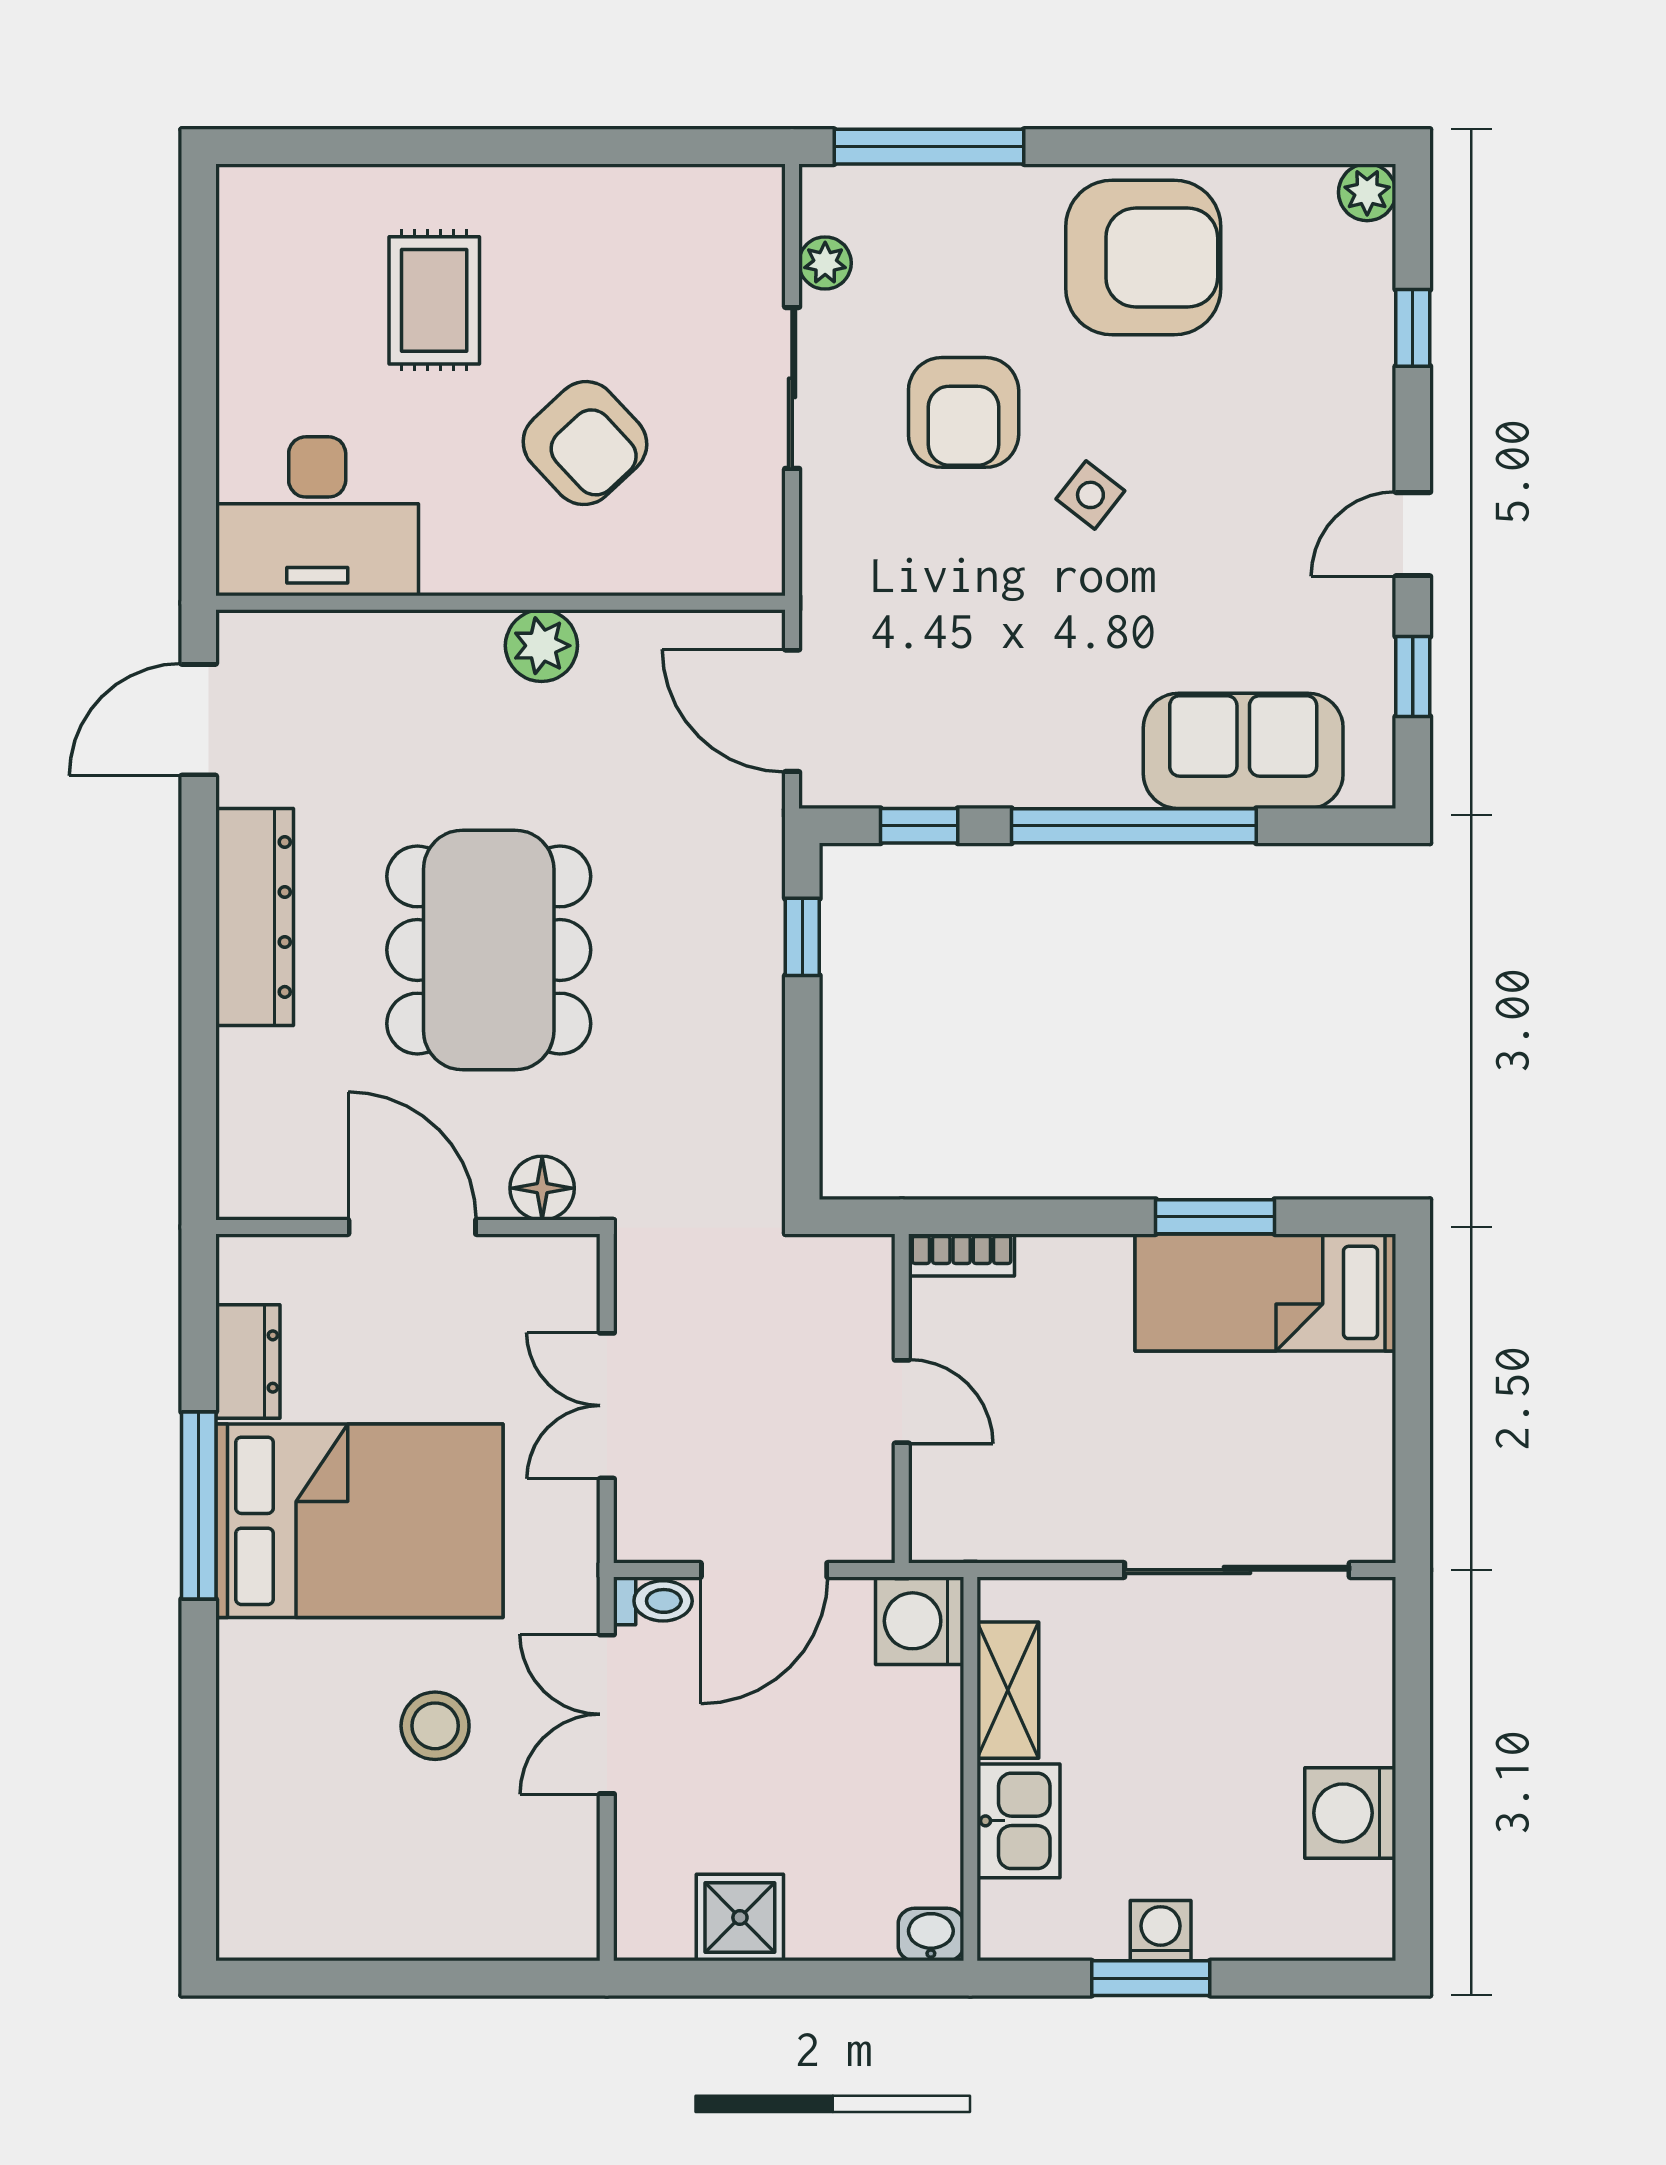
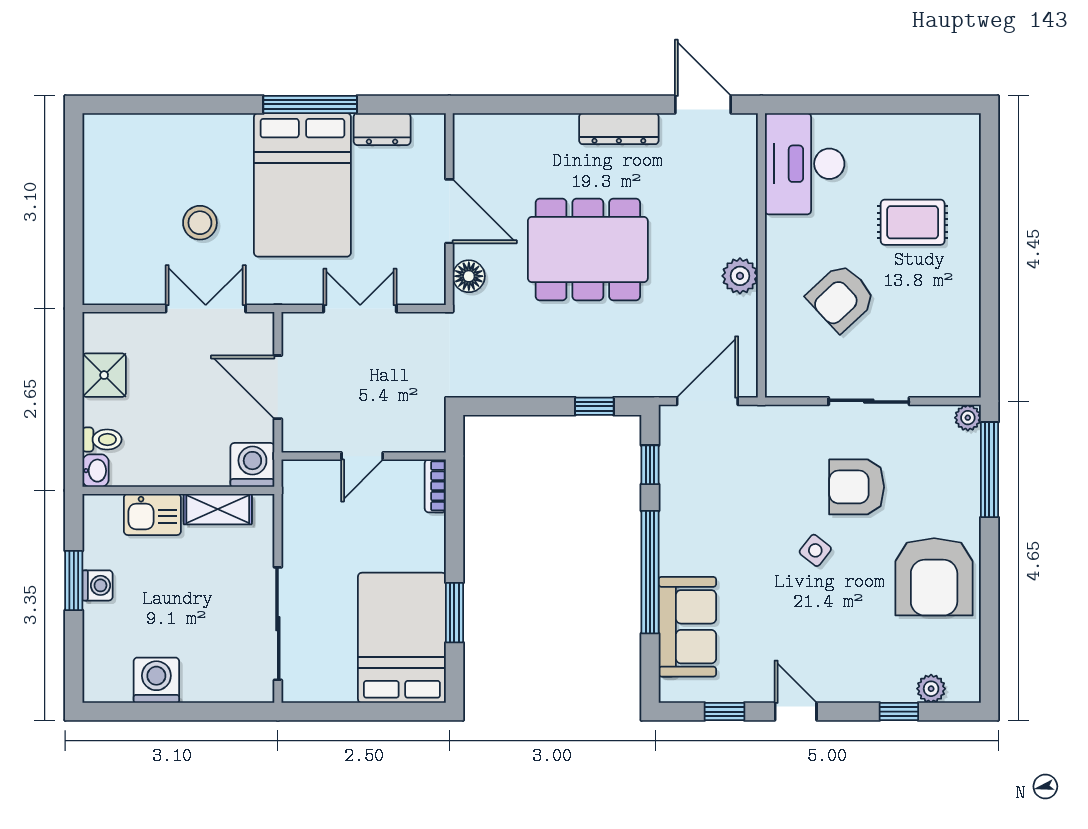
plant: (1367, 192) -> (931, 689), moved
plant: (825, 263) -> (968, 418), moved
dresser: (255, 917) -> (619, 129), width x0.73, depth x0.80
door: (412, 1227) -> (449, 211), hinge flipped
bed: (1265, 1292) -> (402, 638), width x1.50
toilet: (653, 1601) -> (102, 439), moved, turned -90

